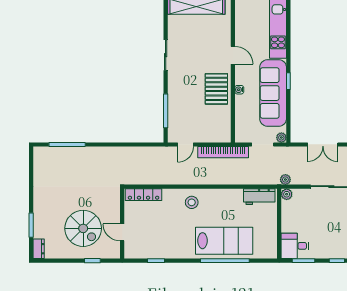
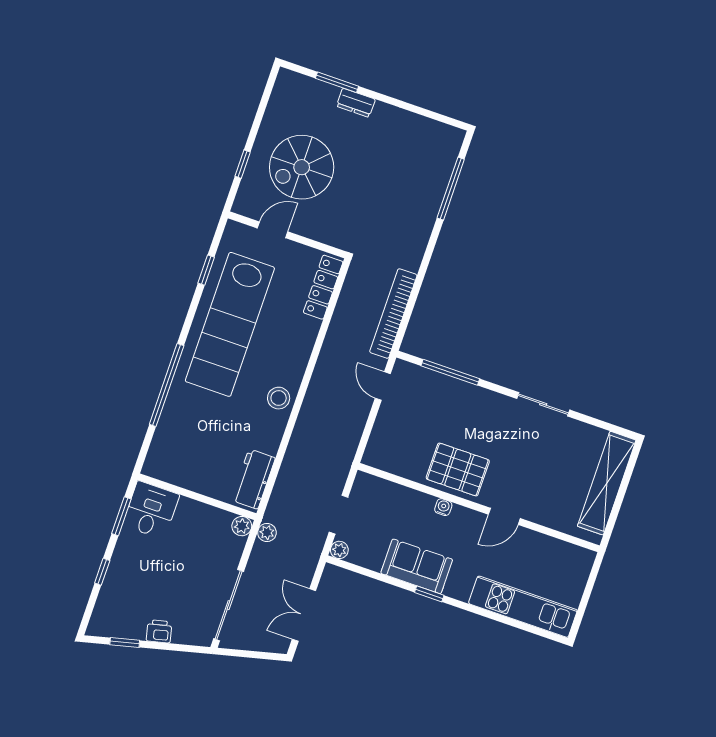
sofa: (273, 93) -> (417, 566), width x0.54, depth x0.79
bookcase: (223, 152) -> (393, 314), moved
stool: (192, 202) -> (279, 398), moved
lab bench: (224, 241) -> (230, 324), moved, width x1.36
dresser: (39, 249) -> (356, 103), moved

